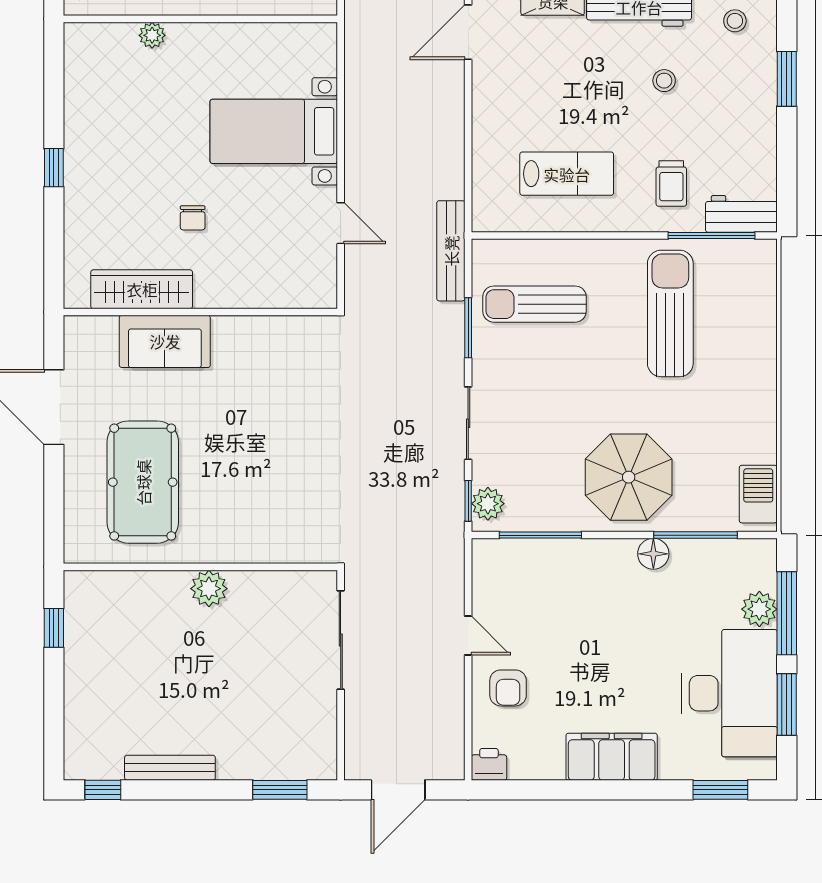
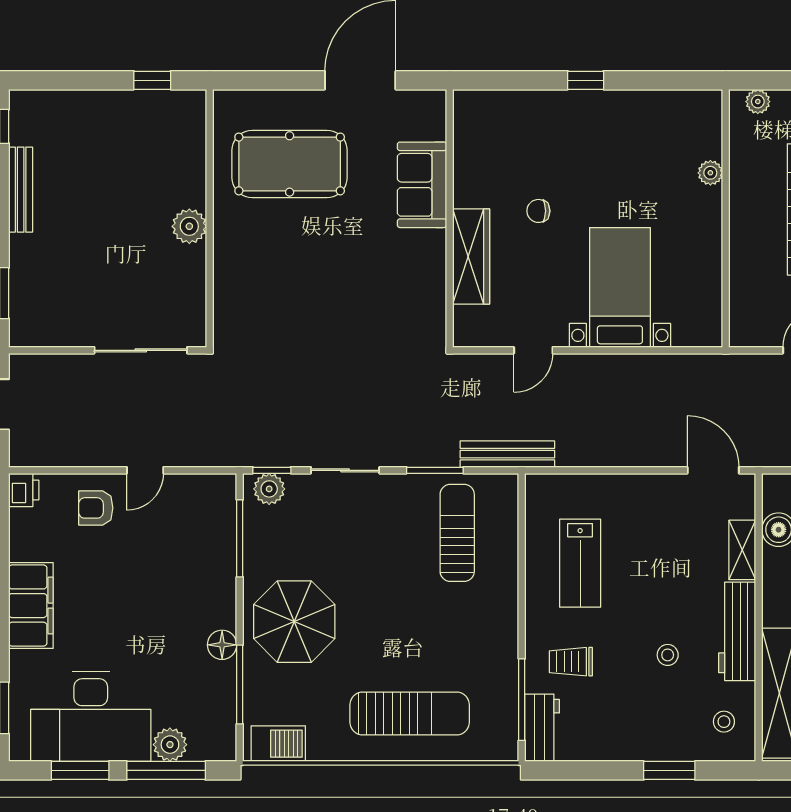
wardrobe: (142, 289) -> (471, 256), moved
sun lounger: (670, 313) -> (410, 714), moved

